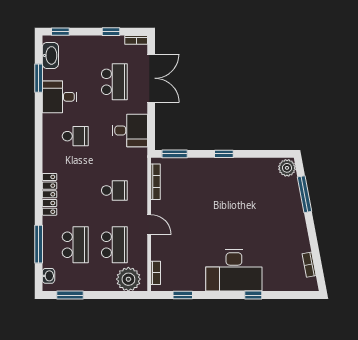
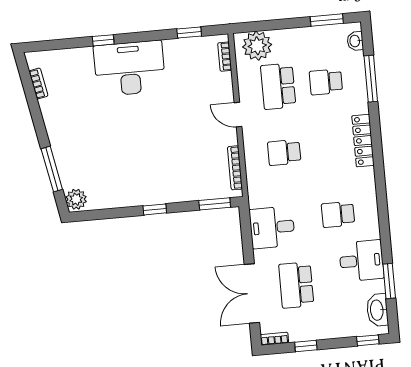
school desk: (75, 245) -> (326, 82), width x0.54

